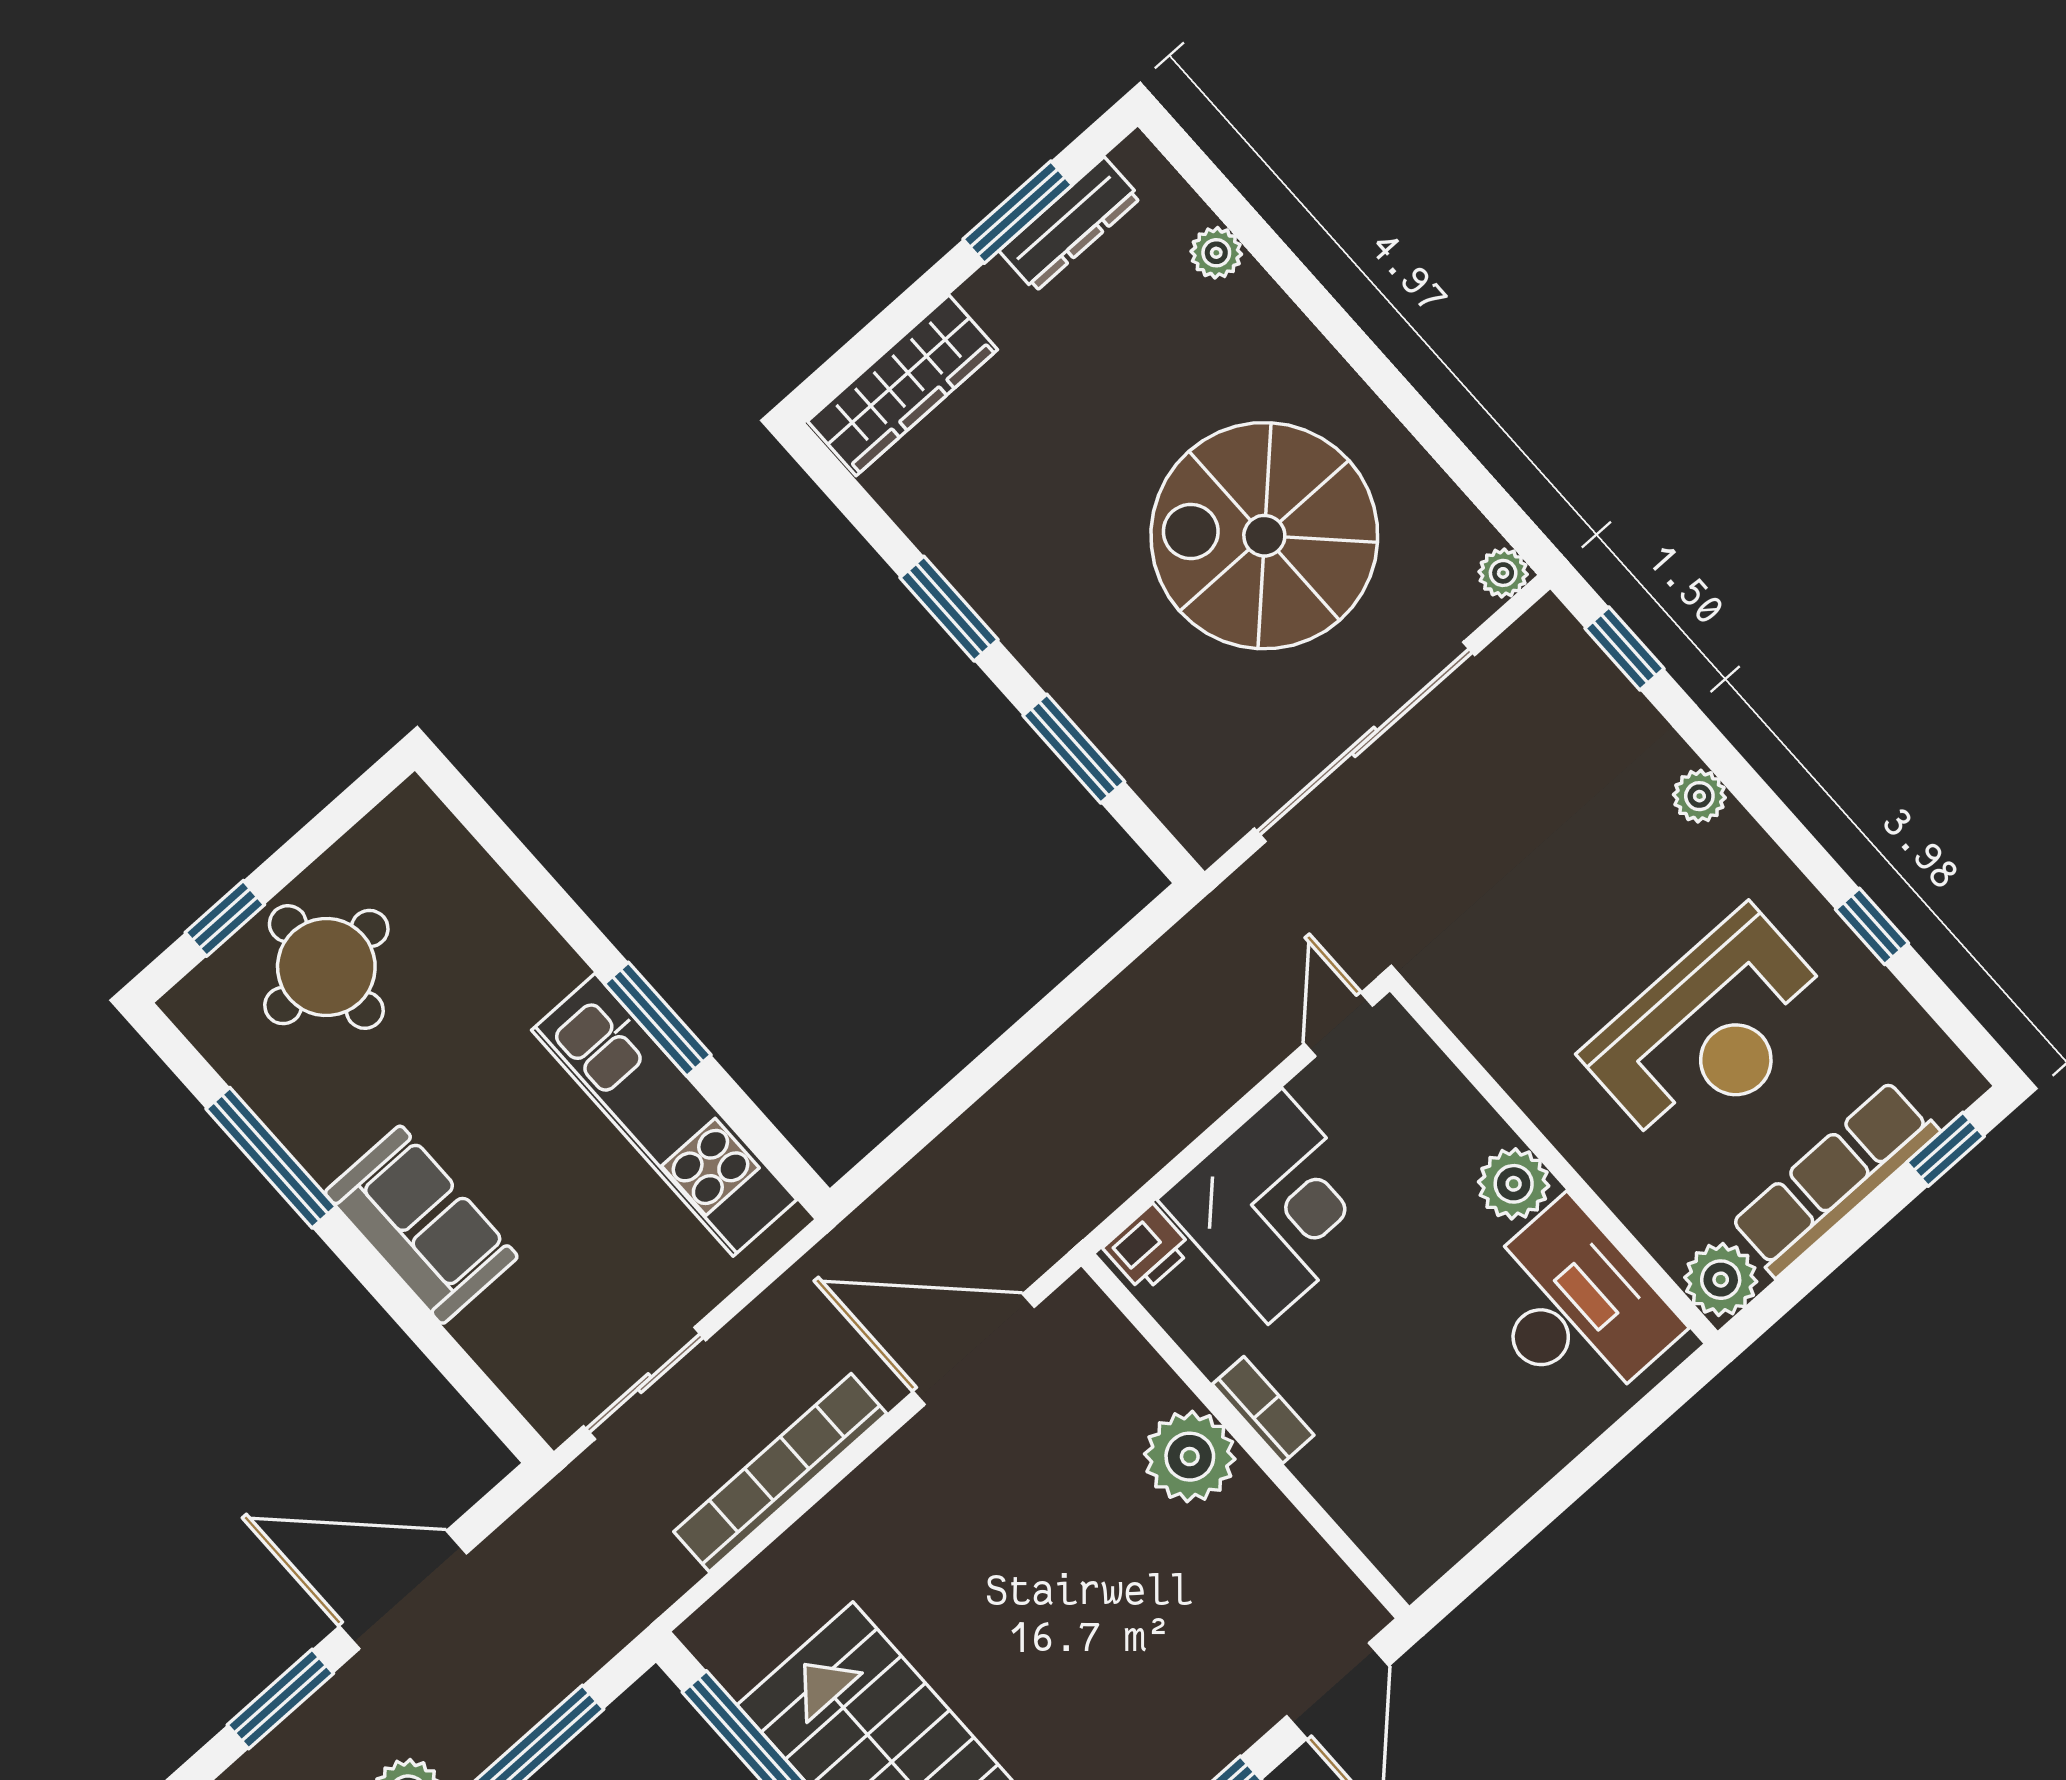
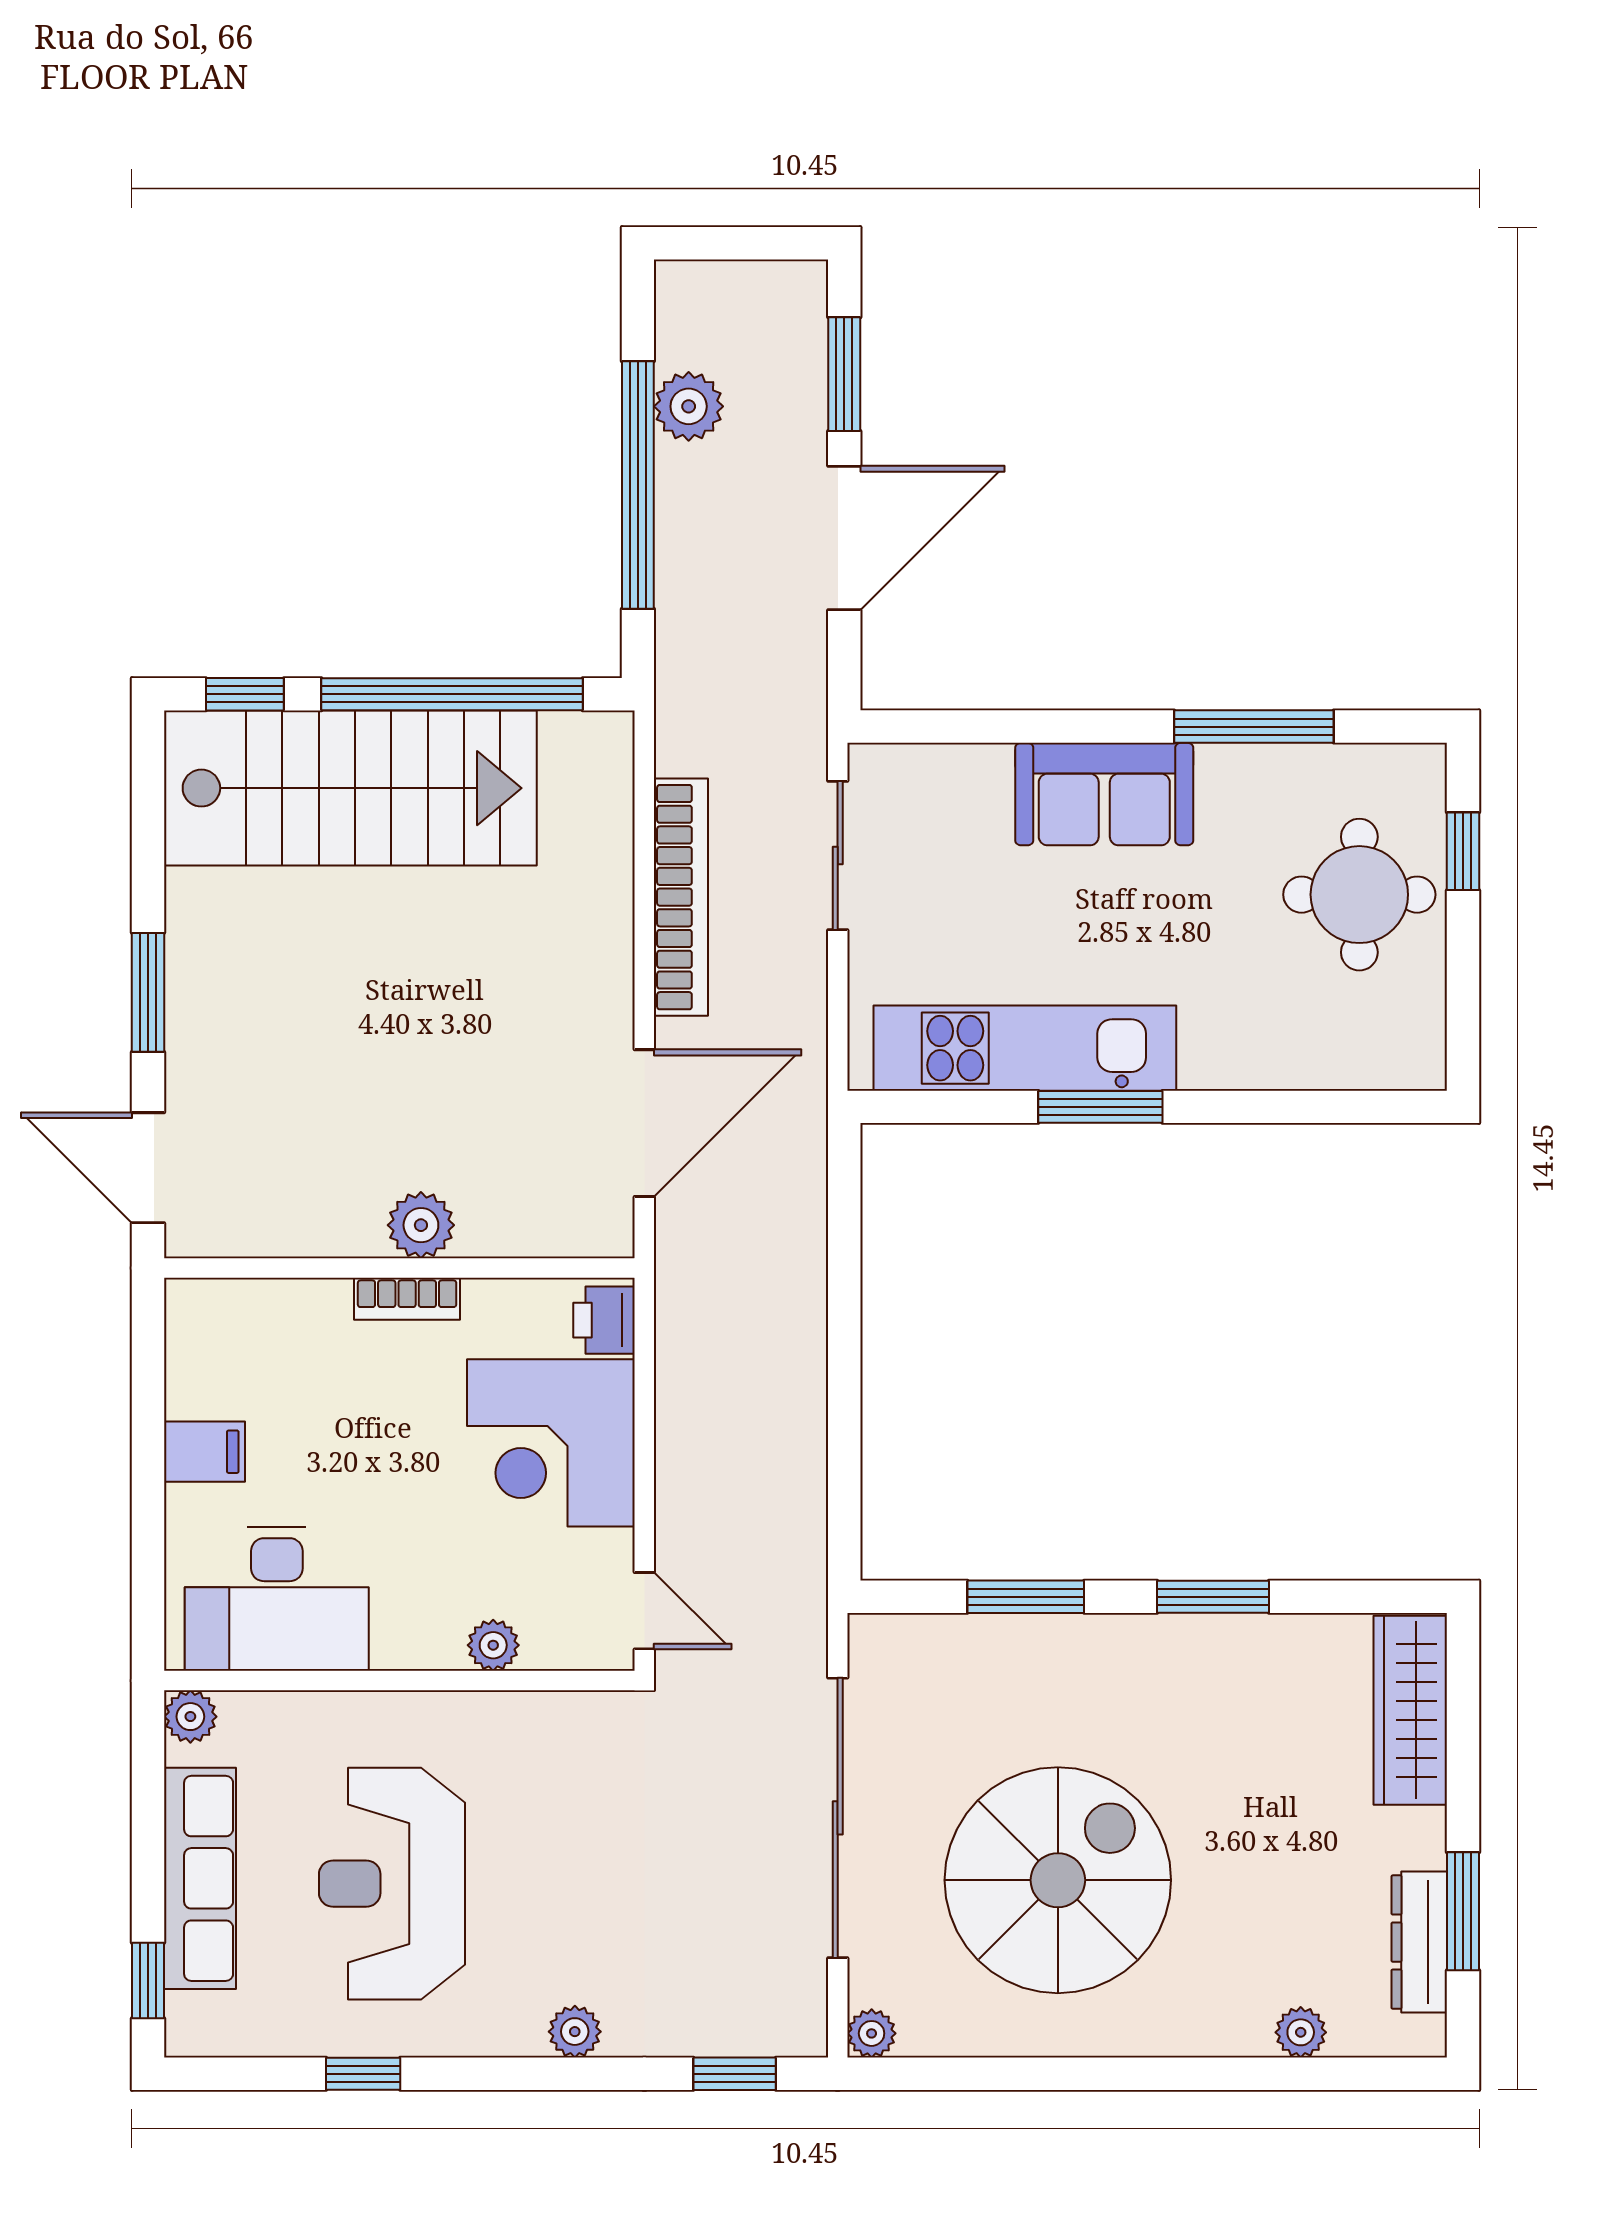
plant: (1514, 1184) -> (493, 1645), moved, width x0.73, depth x0.73
plant: (1721, 1280) -> (190, 1717), width x0.73, depth x0.73
plant: (1190, 1457) -> (421, 1225), width x0.73, depth x0.73
filing cabinet: (1512, 1459) -> (205, 1452), added

